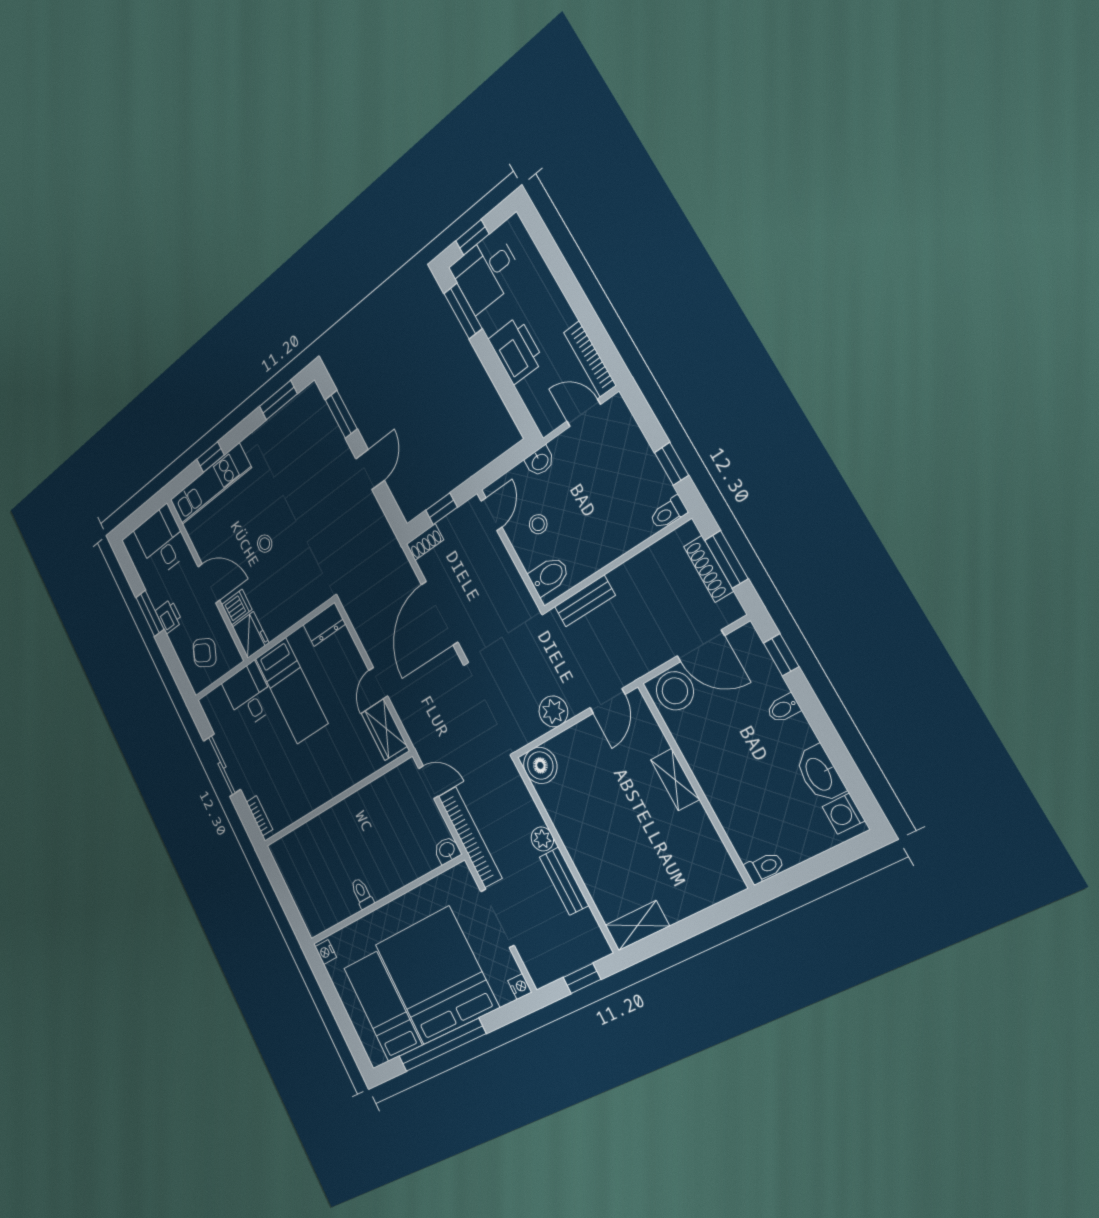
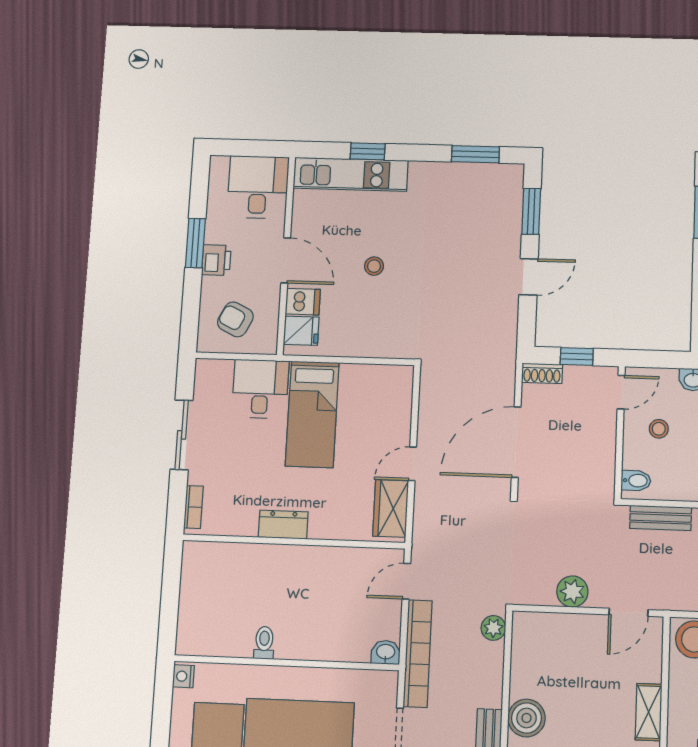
bidet: (549, 576) -> (636, 481), width x0.72, depth x0.74
dresser: (324, 624) -> (283, 525), moved, turned 180
fridge: (251, 635) -> (301, 331), width x0.72
boiler: (540, 765) -> (527, 718), moved
door: (428, 782) -> (406, 581), swing flipped
plant: (542, 839) -> (493, 628), moved

